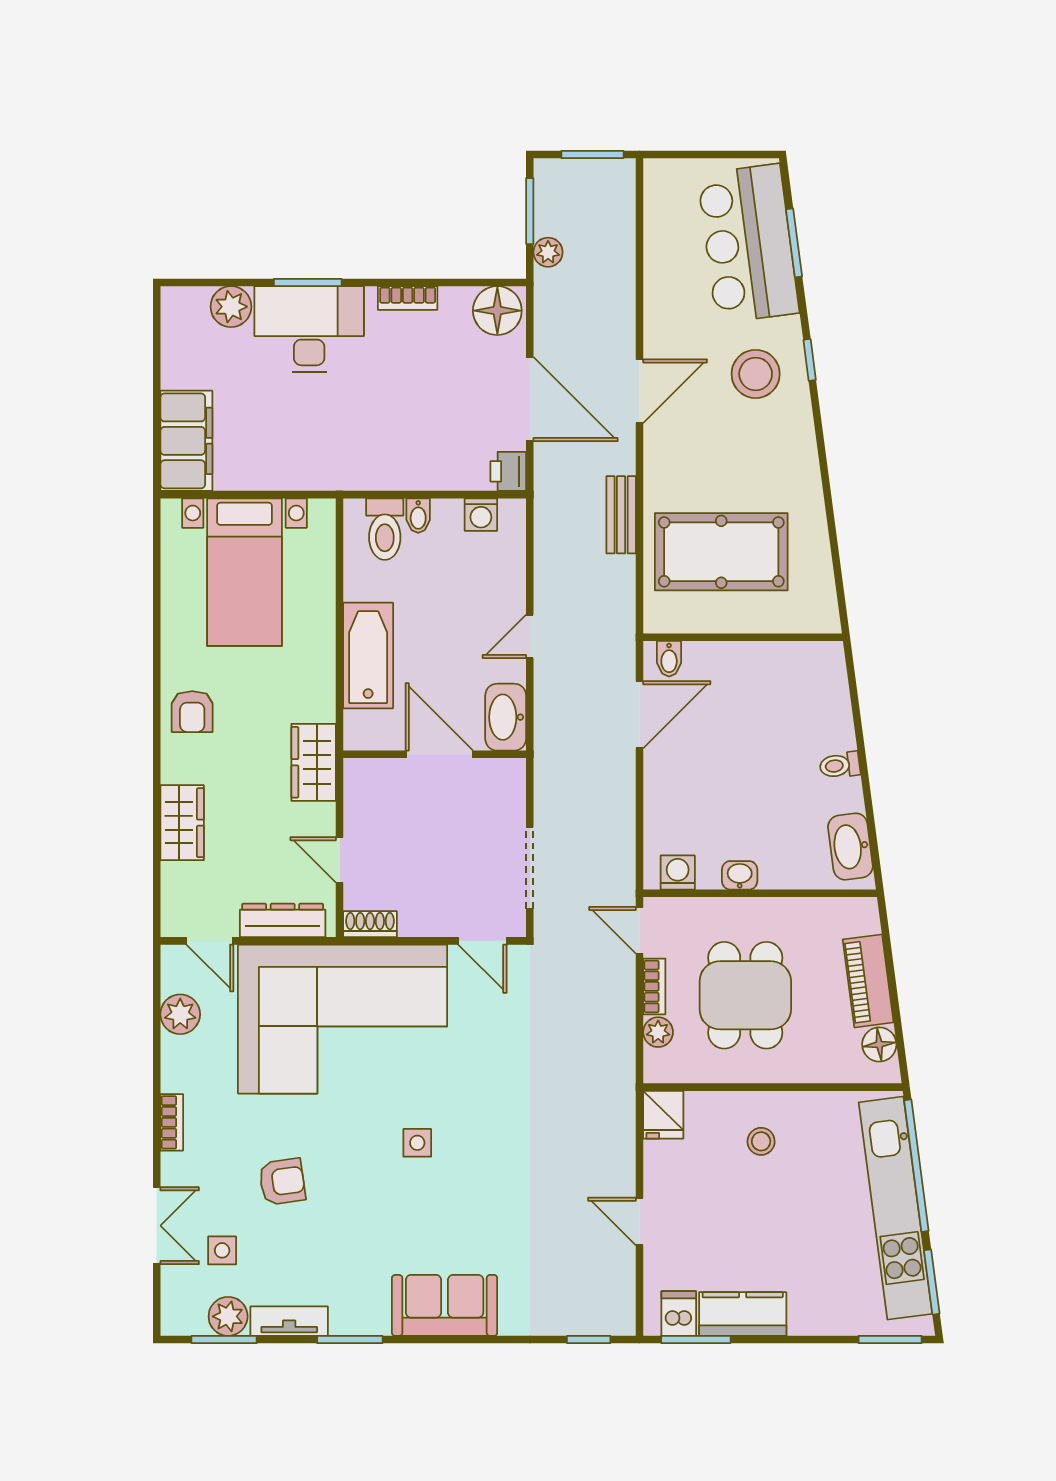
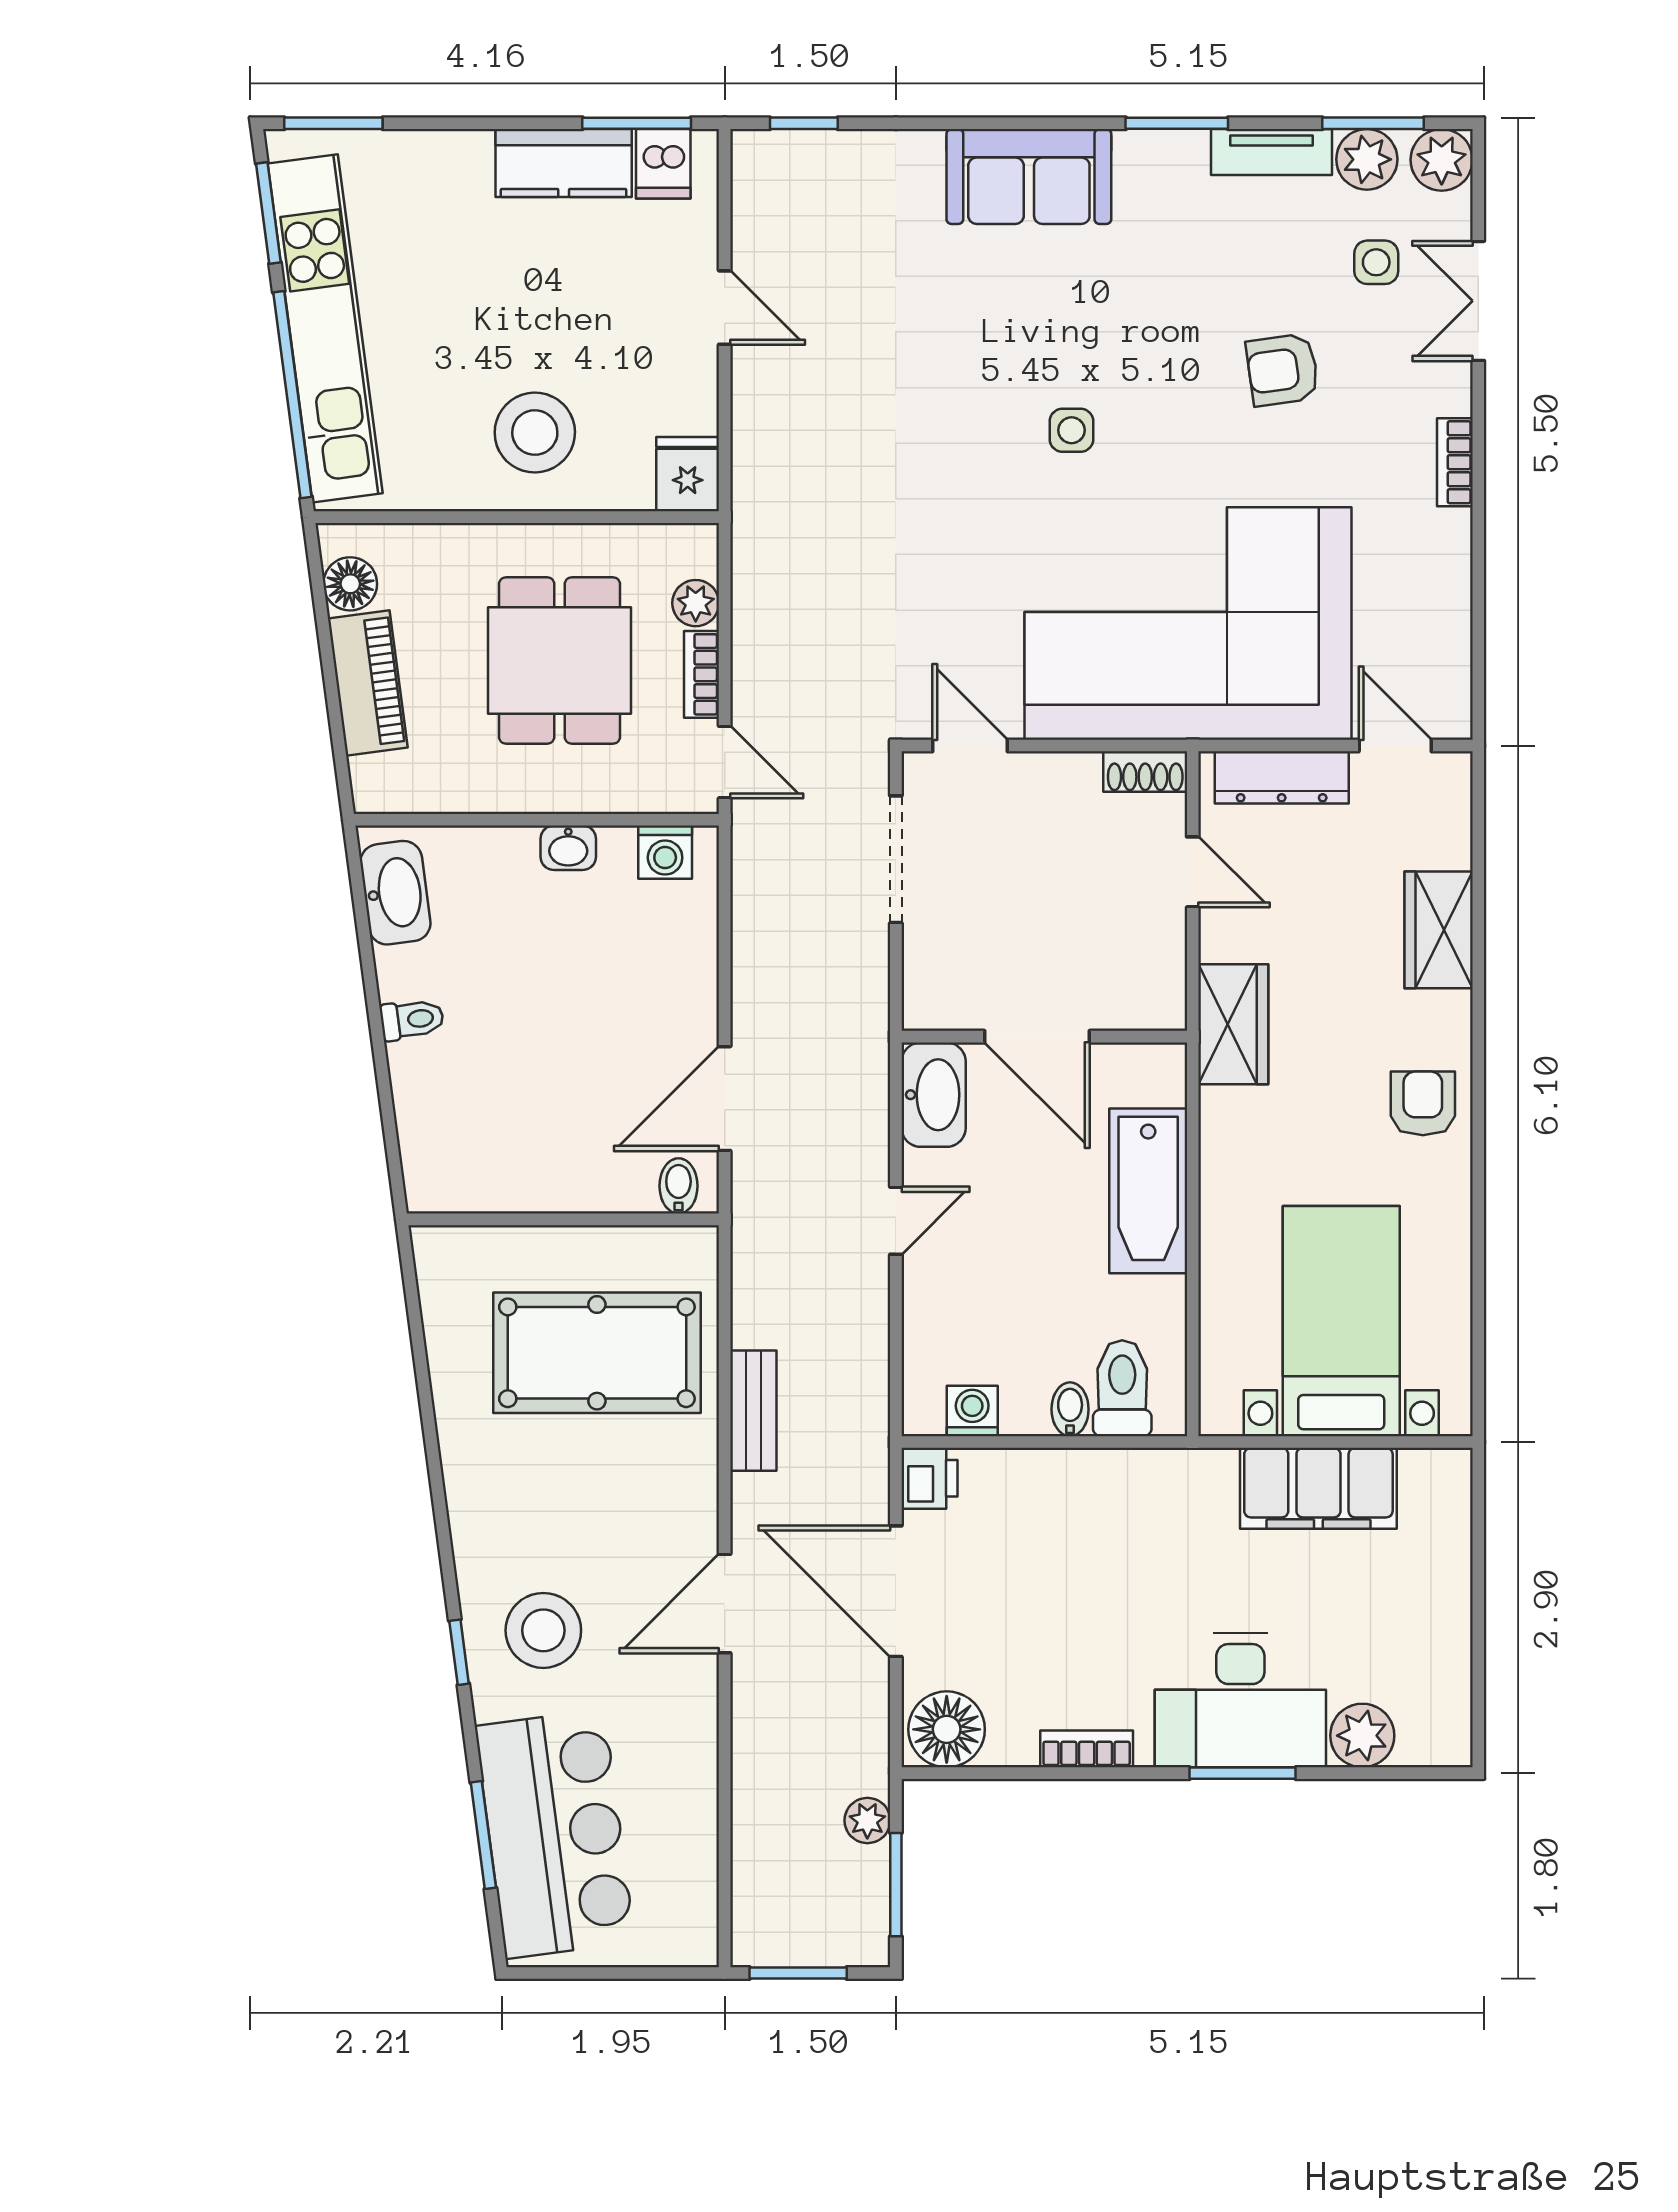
filing cabinet: (186, 441) -> (1318, 1488), moved, turned -90
plant: (180, 1014) -> (1442, 160), moved
stool: (761, 1141) -> (535, 433), width x1.89, depth x1.89

